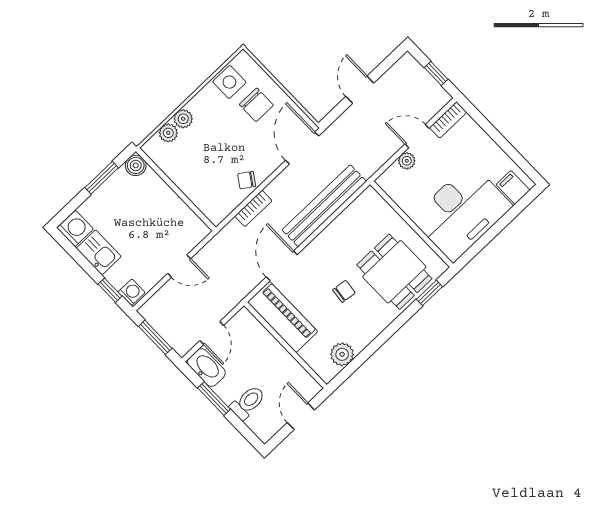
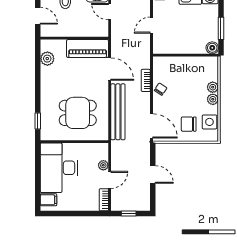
plant: (168, 133) -> (213, 99), moved
dining table: (394, 272) -> (78, 113), moved
chair: (344, 291) -> (73, 85), removed

